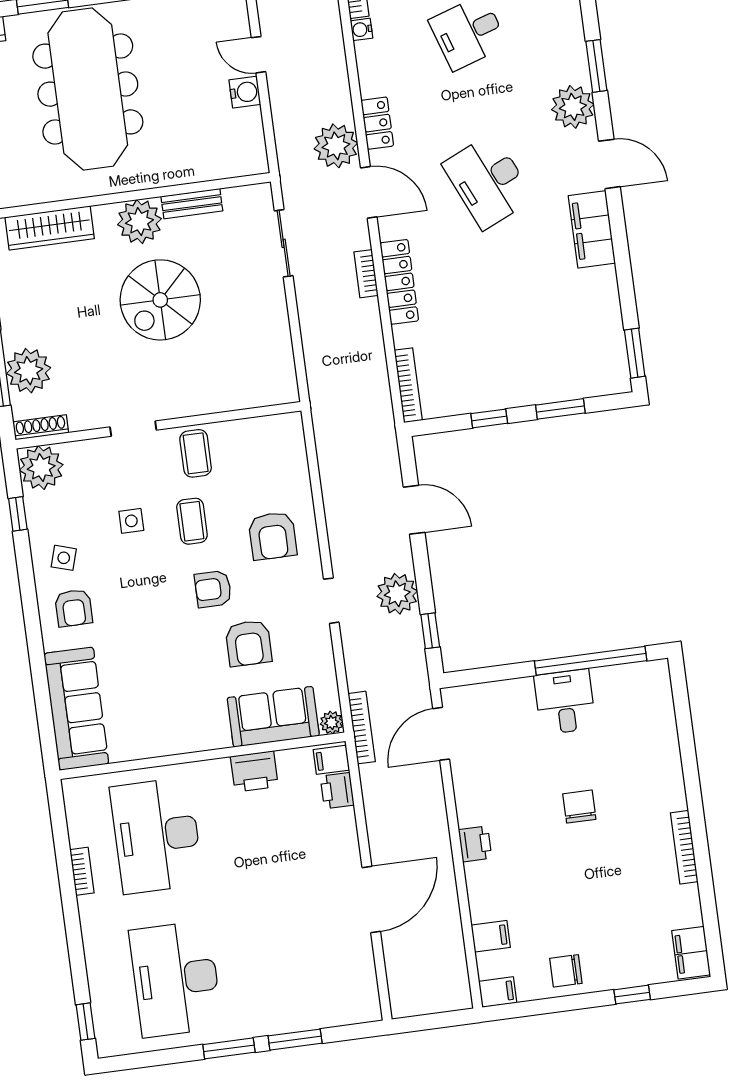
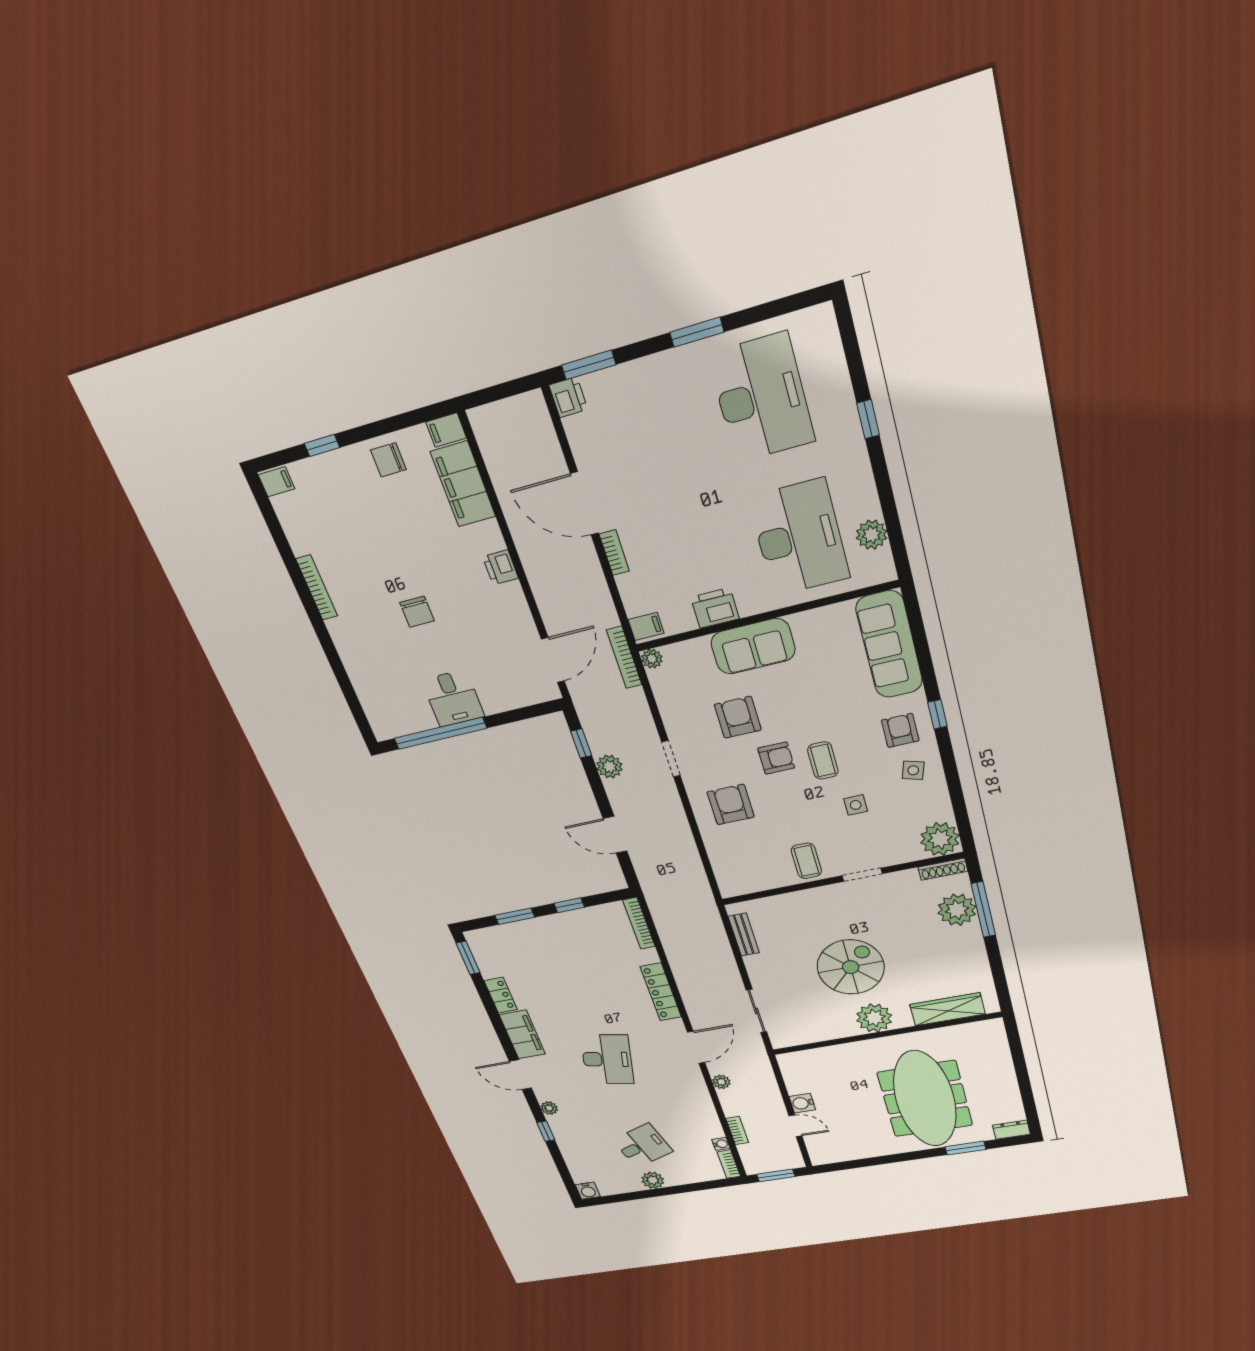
window: (596, 66) -> (546, 1131), width x0.67
plant: (573, 107) -> (549, 1108), width x0.53, depth x0.53
locker: (377, 123) -> (501, 995), moved, turned 180
plant: (336, 146) -> (721, 1082), width x0.53, depth x0.53
desk: (488, 181) -> (607, 1059), turned 36
door: (369, 192) -> (696, 1047), swing flipped
bench: (192, 204) -> (744, 935), moved, turned 90
bookcase: (366, 274) -> (737, 1130), moved
window: (18, 514) -> (937, 714), moved
coffee table: (192, 521) -> (823, 761), moved
plant: (397, 594) -> (609, 767), width x0.73, depth x0.73
sofa: (273, 717) -> (753, 646), moved
printer: (337, 791) -> (568, 397), moved
plant: (83, 830) -> (872, 535), added
bookcase: (82, 871) -> (614, 553), moved, turned 180
door: (371, 900) -> (584, 503), hinge flipped
filing cabinet: (491, 936) -> (463, 484), width x3.00, depth x1.17
filing cabinet: (691, 953) -> (276, 482), width x0.50
chair: (566, 971) -> (388, 460), turned 180
window: (86, 1022) -> (868, 419), moved
window: (295, 1040) -> (589, 365), moved

